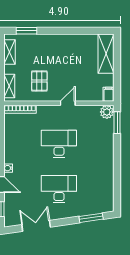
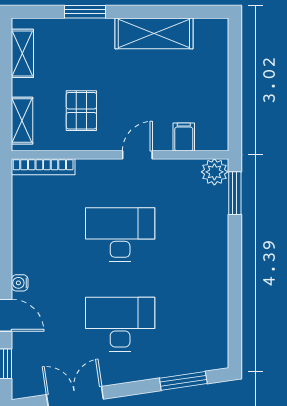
window: (27, 31) -> (85, 12), moved
shelving: (106, 54) -> (154, 33), moved, turned 90
filing cabinet: (109, 94) -> (184, 137), moved

